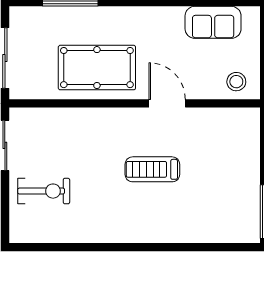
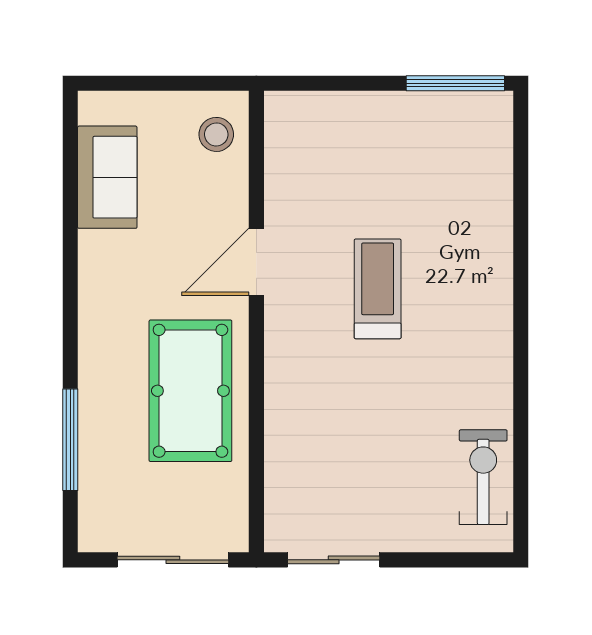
treadmill: (152, 169) -> (378, 289), turned 180
exercise bike: (44, 191) -> (483, 477), moved

